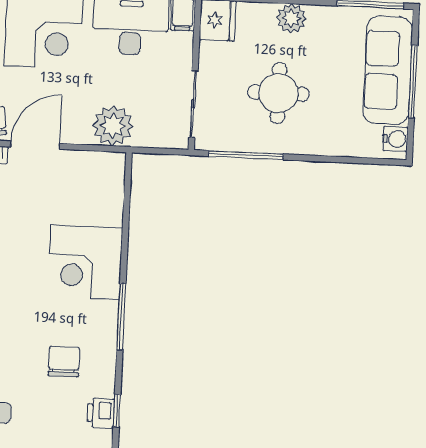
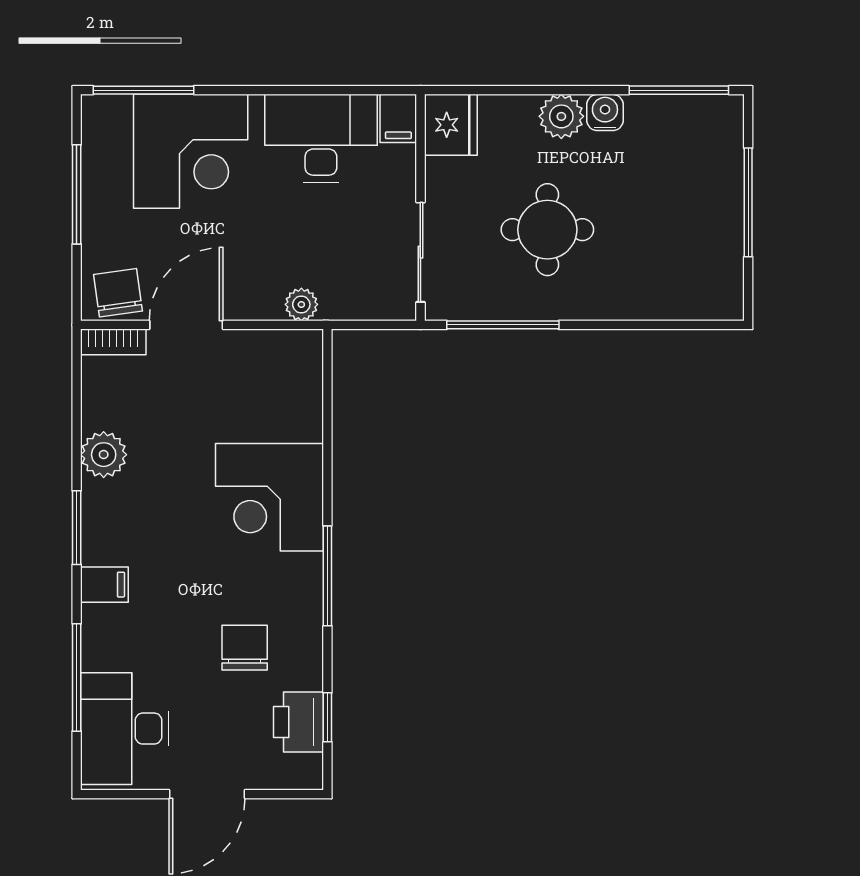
sofa: (388, 70) -> (710, 187), removed
plant: (113, 126) -> (301, 304), width x0.53, depth x0.53
water cooler: (395, 139) -> (605, 112), moved, turned -90
printer: (101, 413) -> (299, 722), width x1.36, depth x1.24

